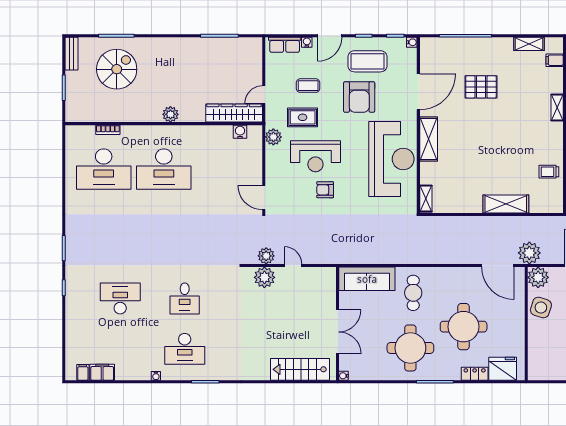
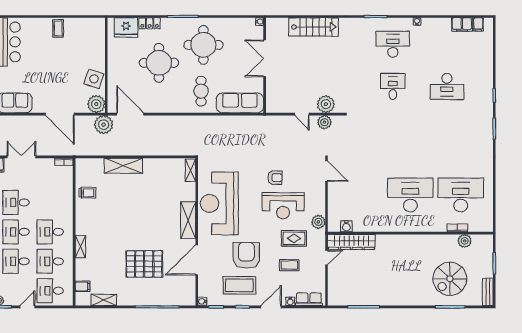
pallet: (481, 87) -> (144, 264), width x1.37, depth x1.41
plant: (170, 114) -> (465, 241), moved
reception desk: (315, 156) -> (283, 206), turned 180
stairs: (300, 369) -> (314, 27), moved

